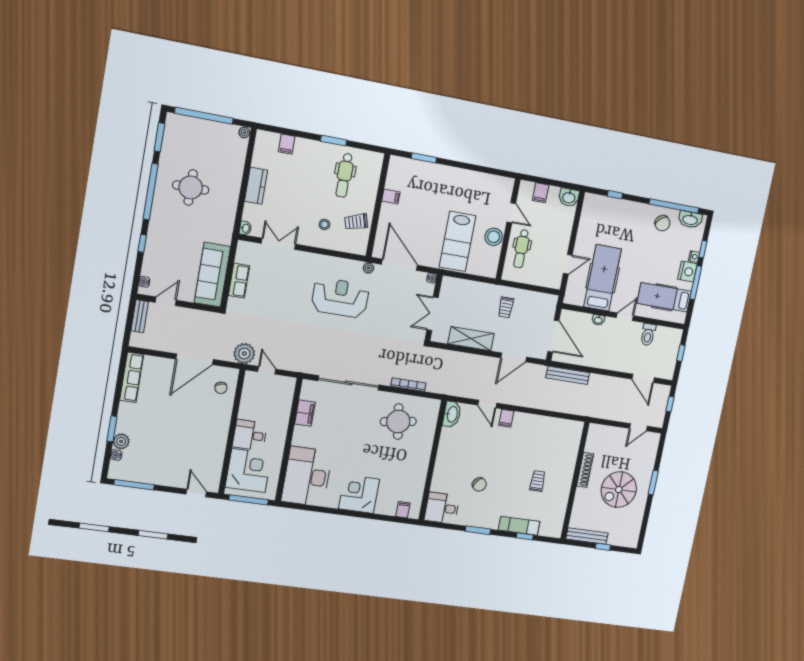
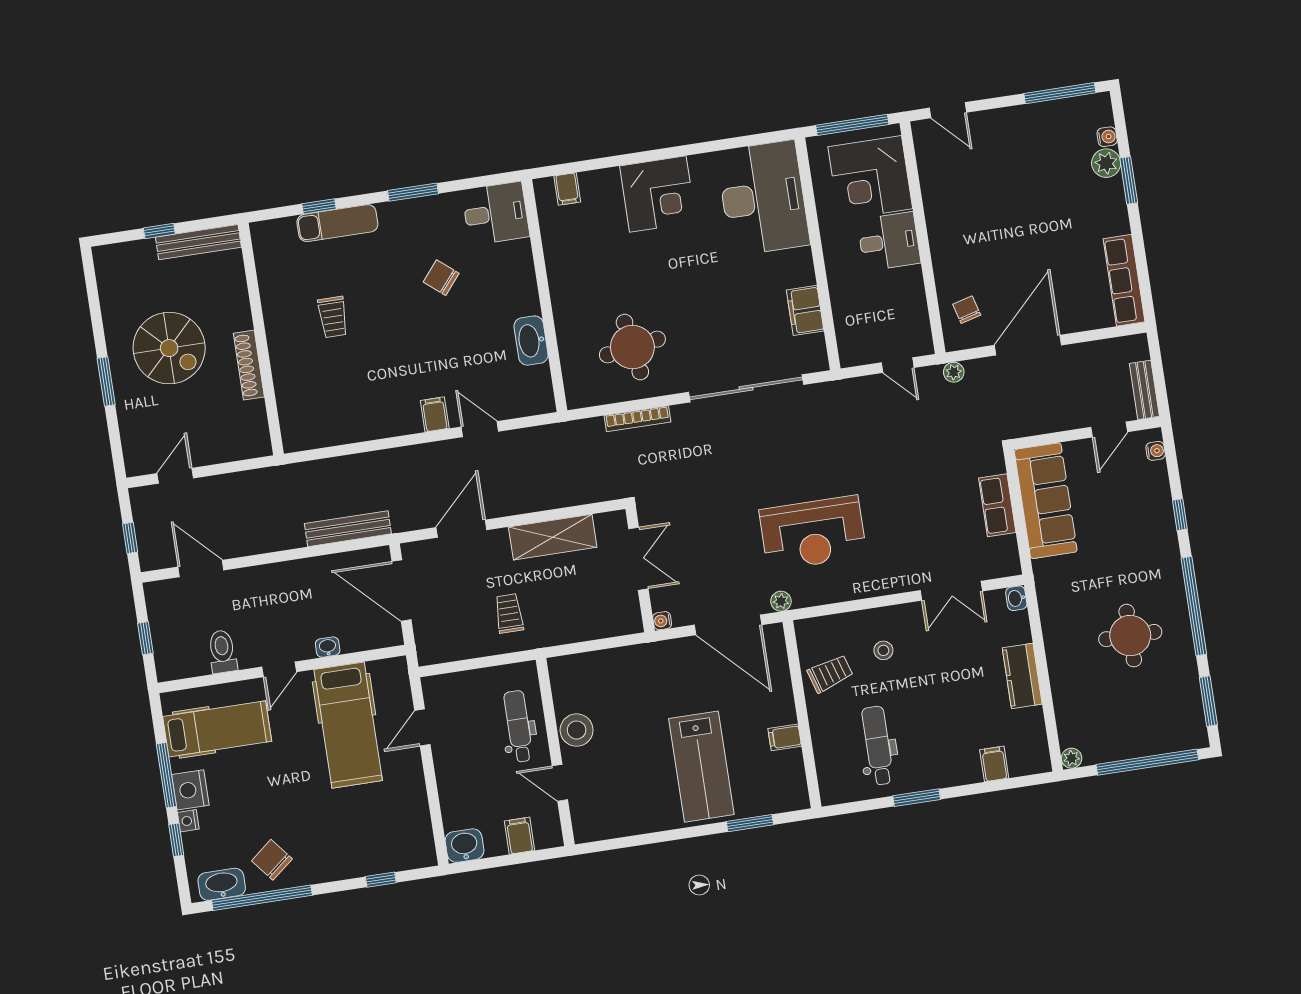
lab bench: (458, 241) -> (701, 767), moved, turned 180
plant: (244, 353) -> (954, 372), width x0.53, depth x0.53
washbasin: (452, 414) -> (531, 341), moved
spiral stairs: (619, 490) -> (169, 348), turned 90

